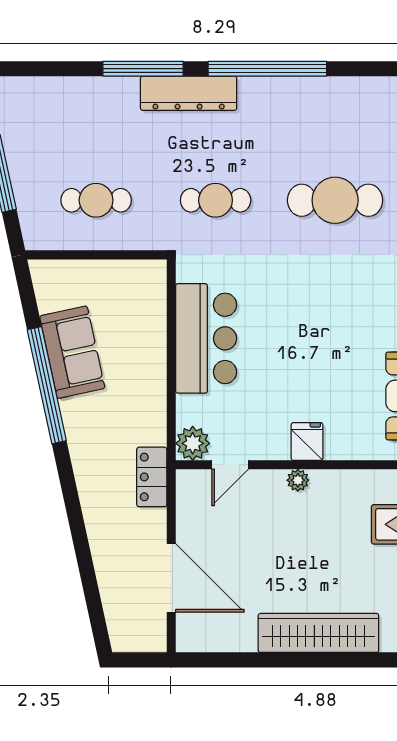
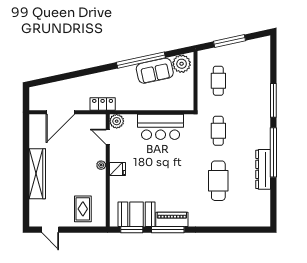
dresser: (189, 93) -> (263, 169), moved
plant: (55, 288) -> (182, 64), added

